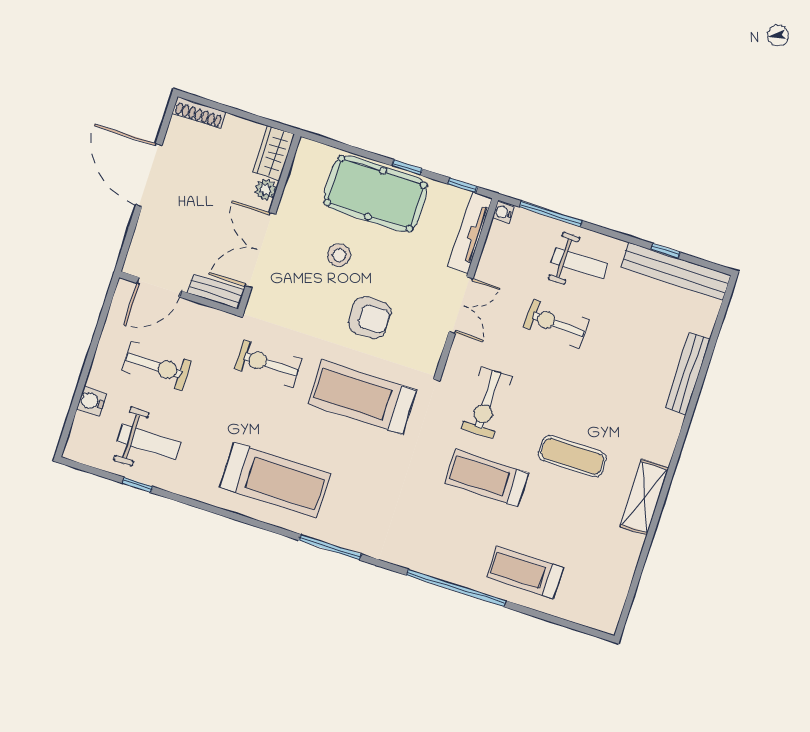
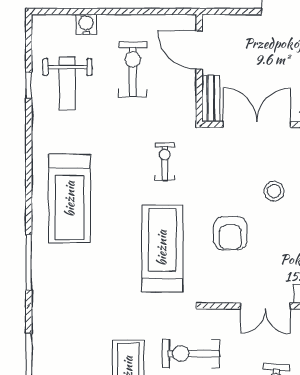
exercise bike: (268, 364) -> (165, 161), width x0.73, depth x0.72
exercise bike: (157, 366) -> (133, 69), turned 180

